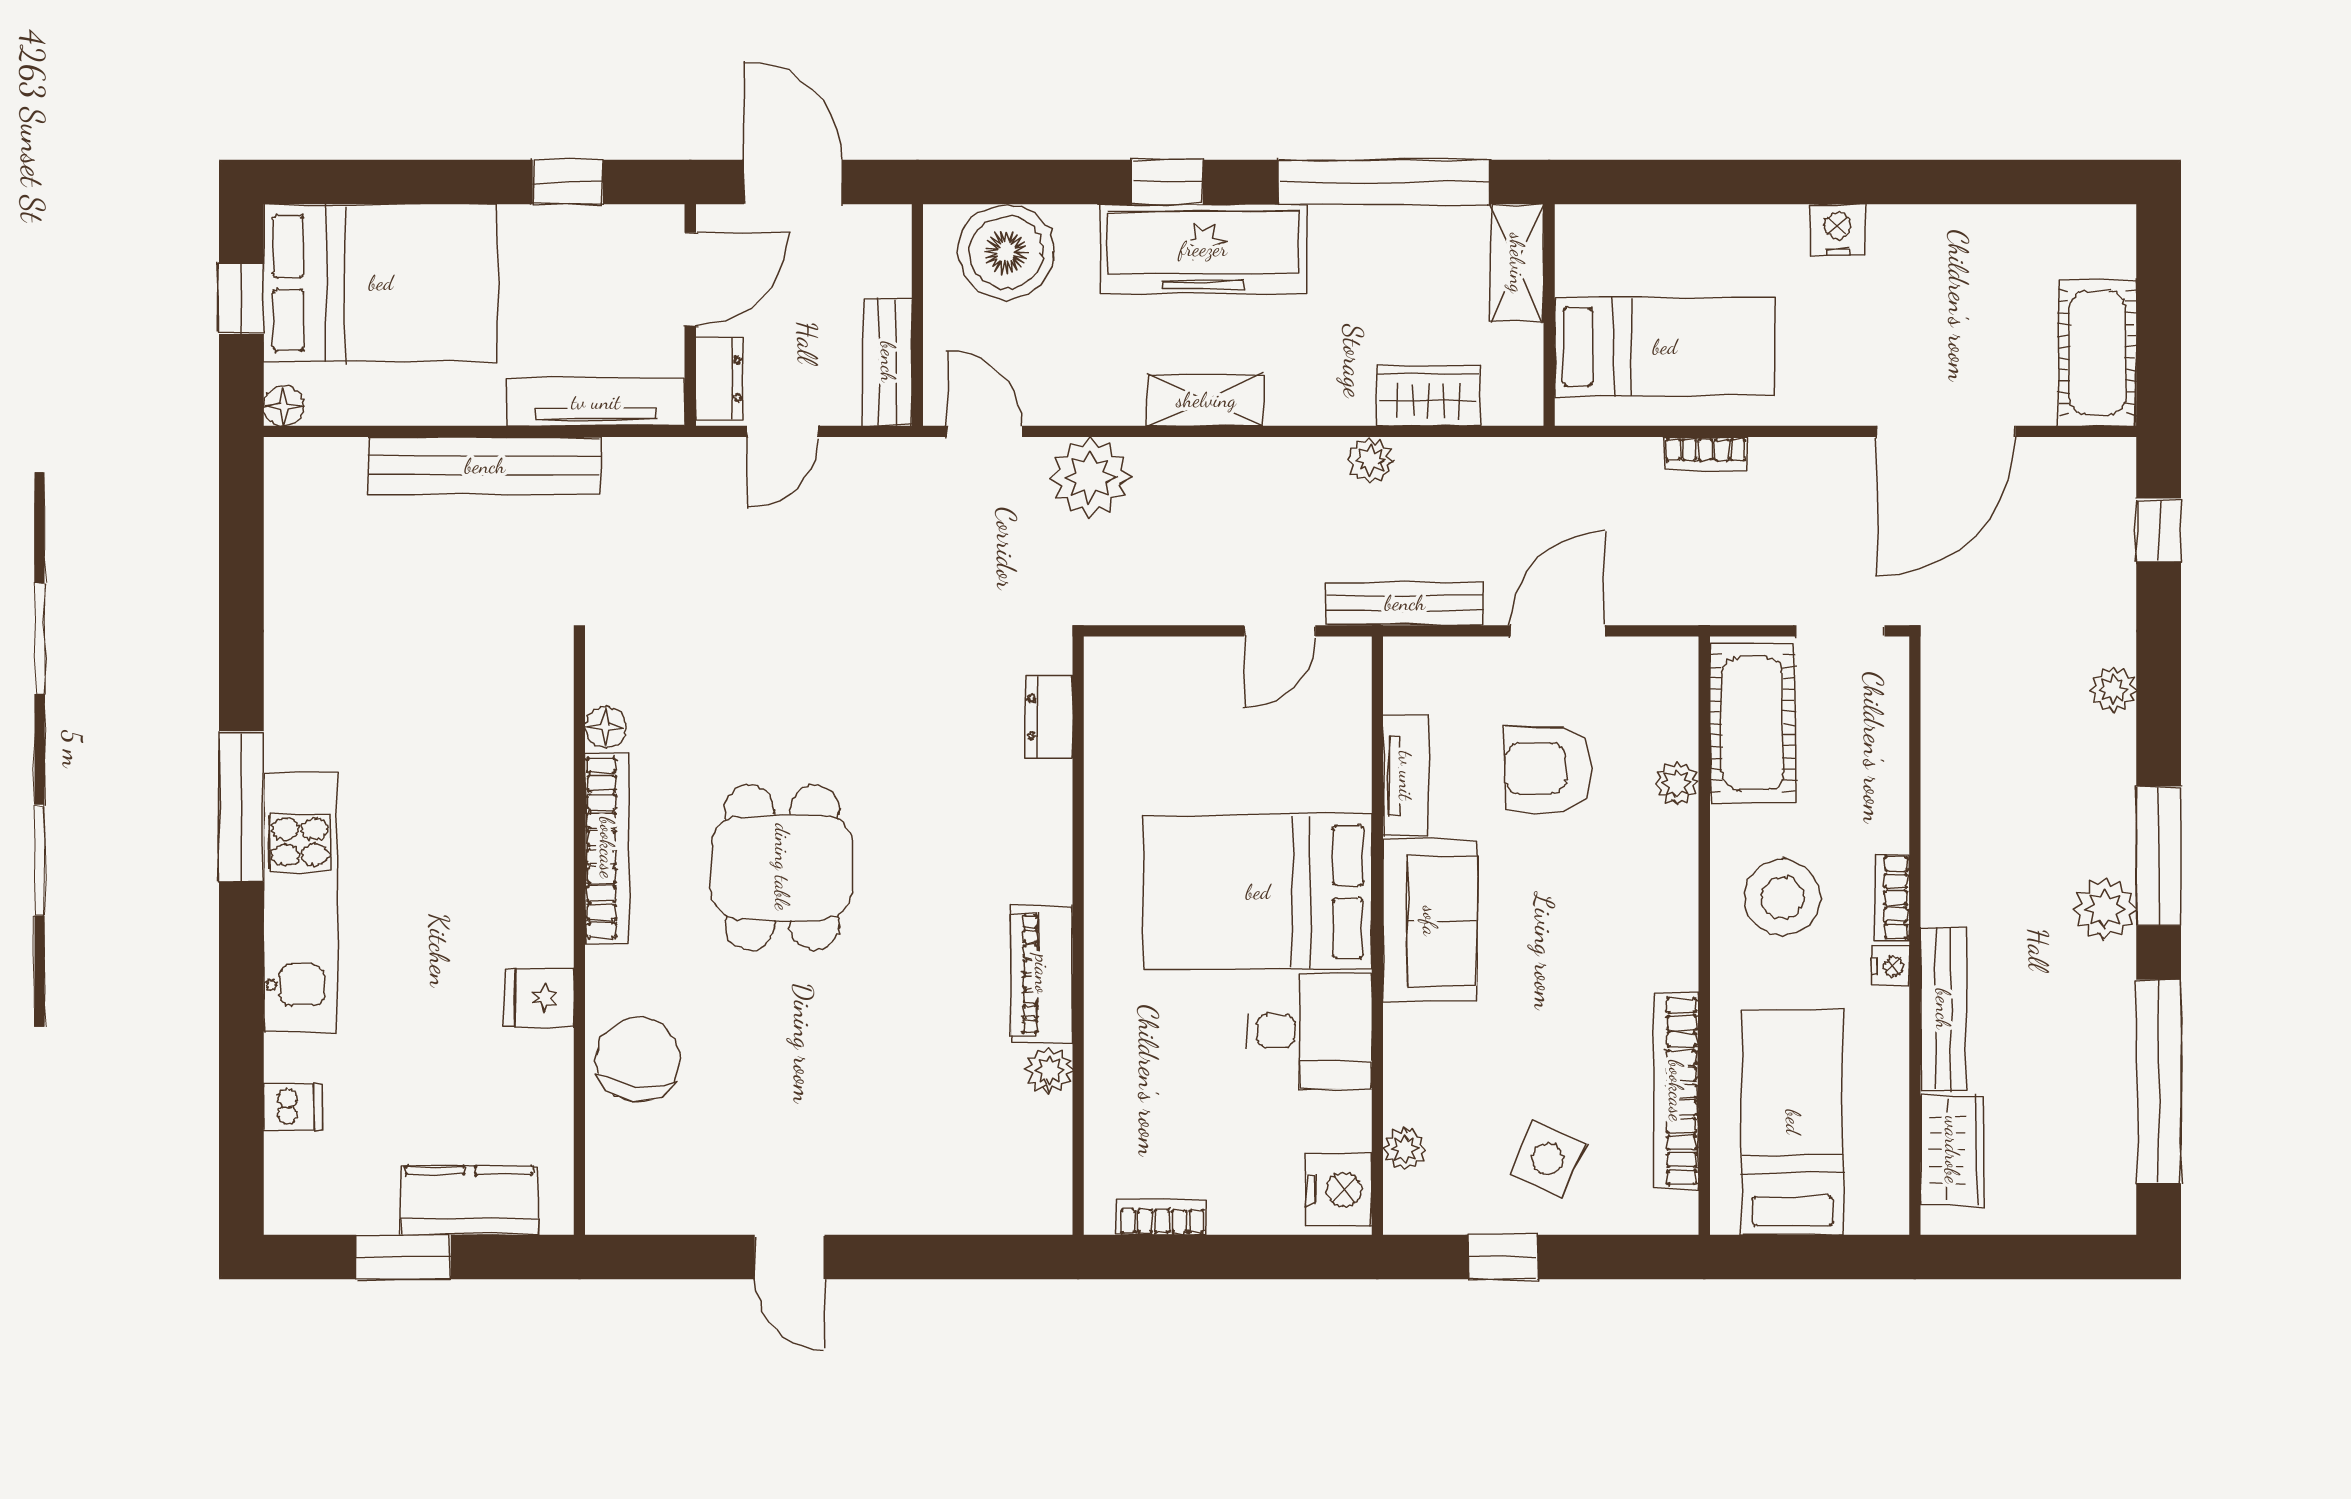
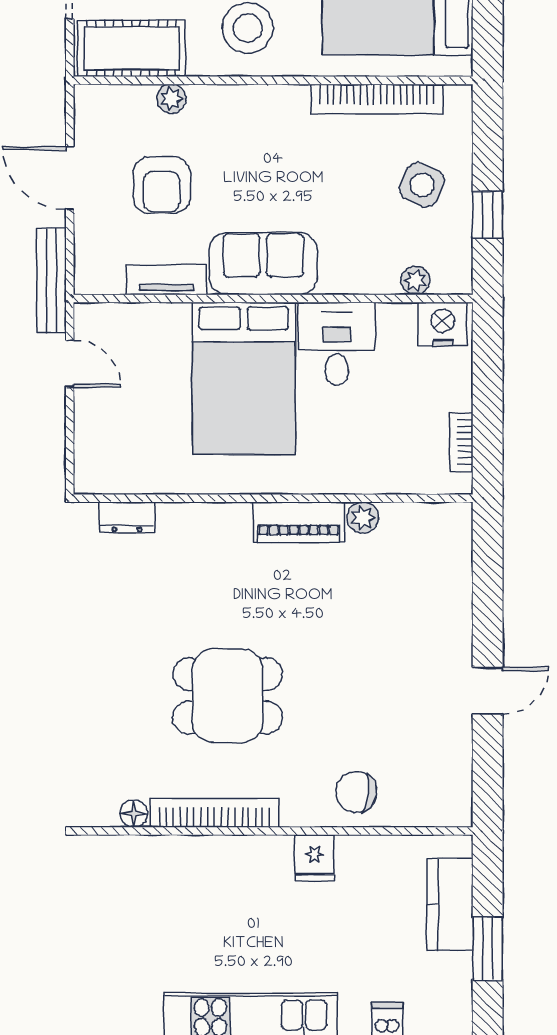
chair: (638, 1060) -> (356, 792), width x0.73, depth x0.73

